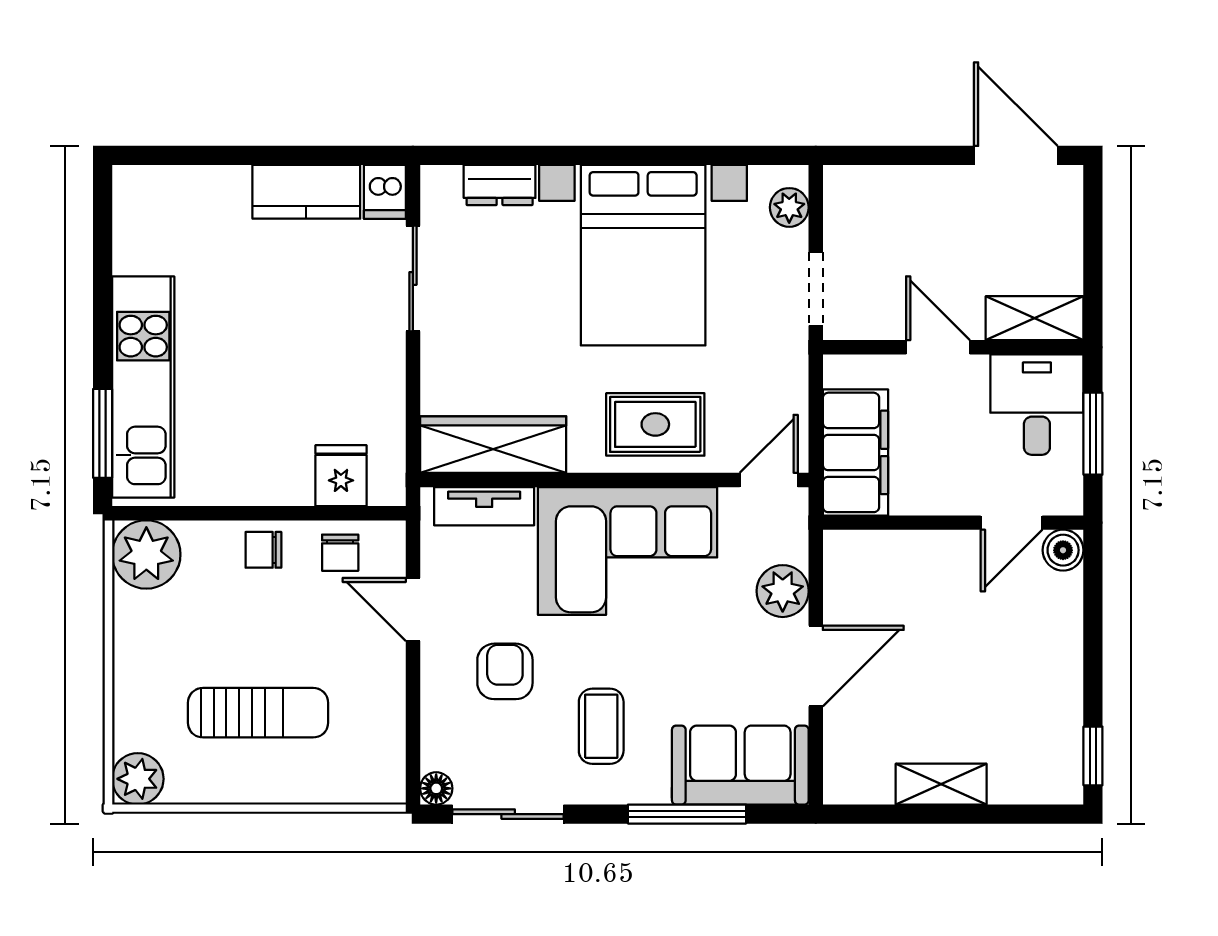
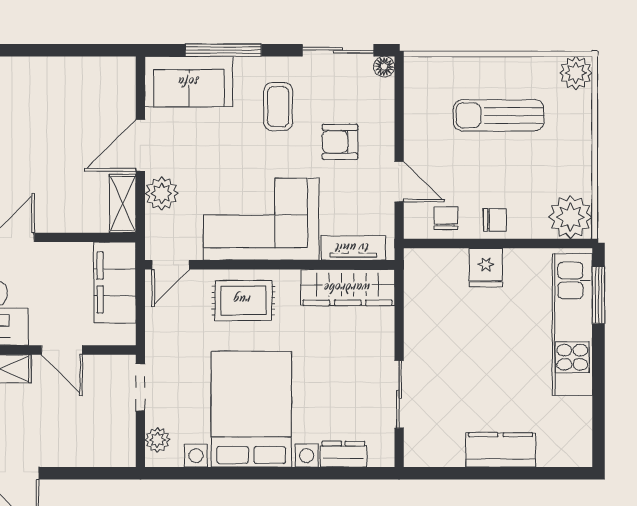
kitchen counter: (306, 192) -> (501, 450), moved
dishwasher: (385, 192) -> (417, 450), removed
fridge: (341, 476) -> (486, 268), moved
armchair: (505, 671) -> (340, 142), turned 90
shelving: (941, 784) -> (123, 204), moved, turned 90

